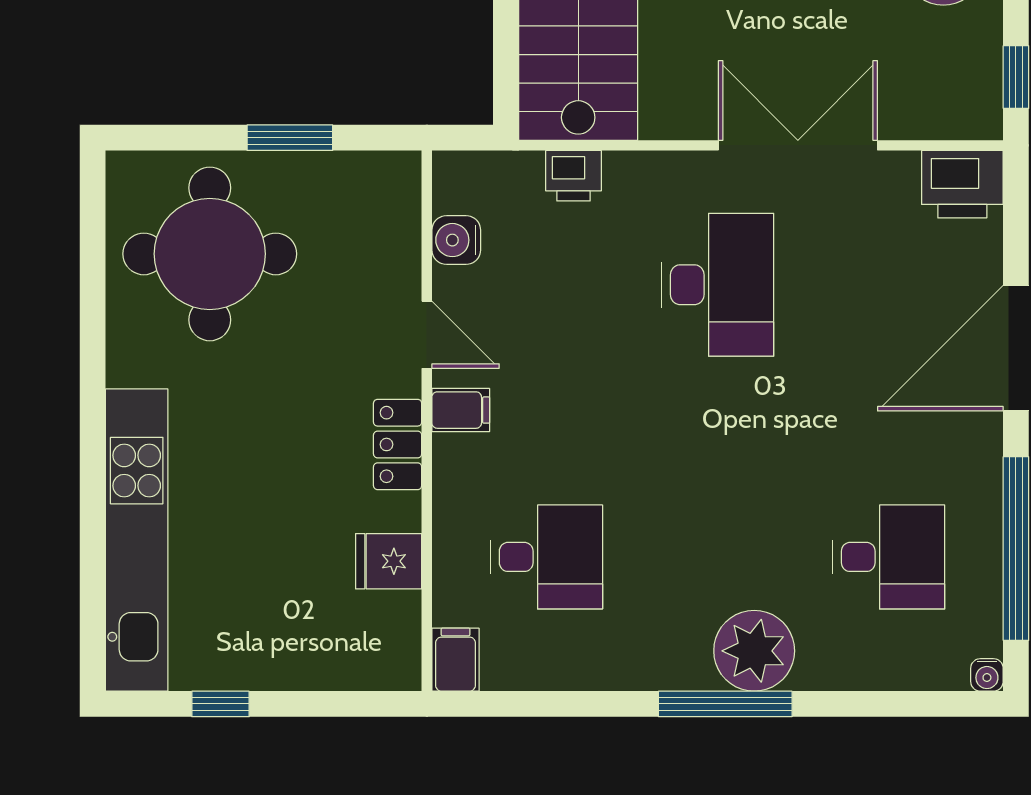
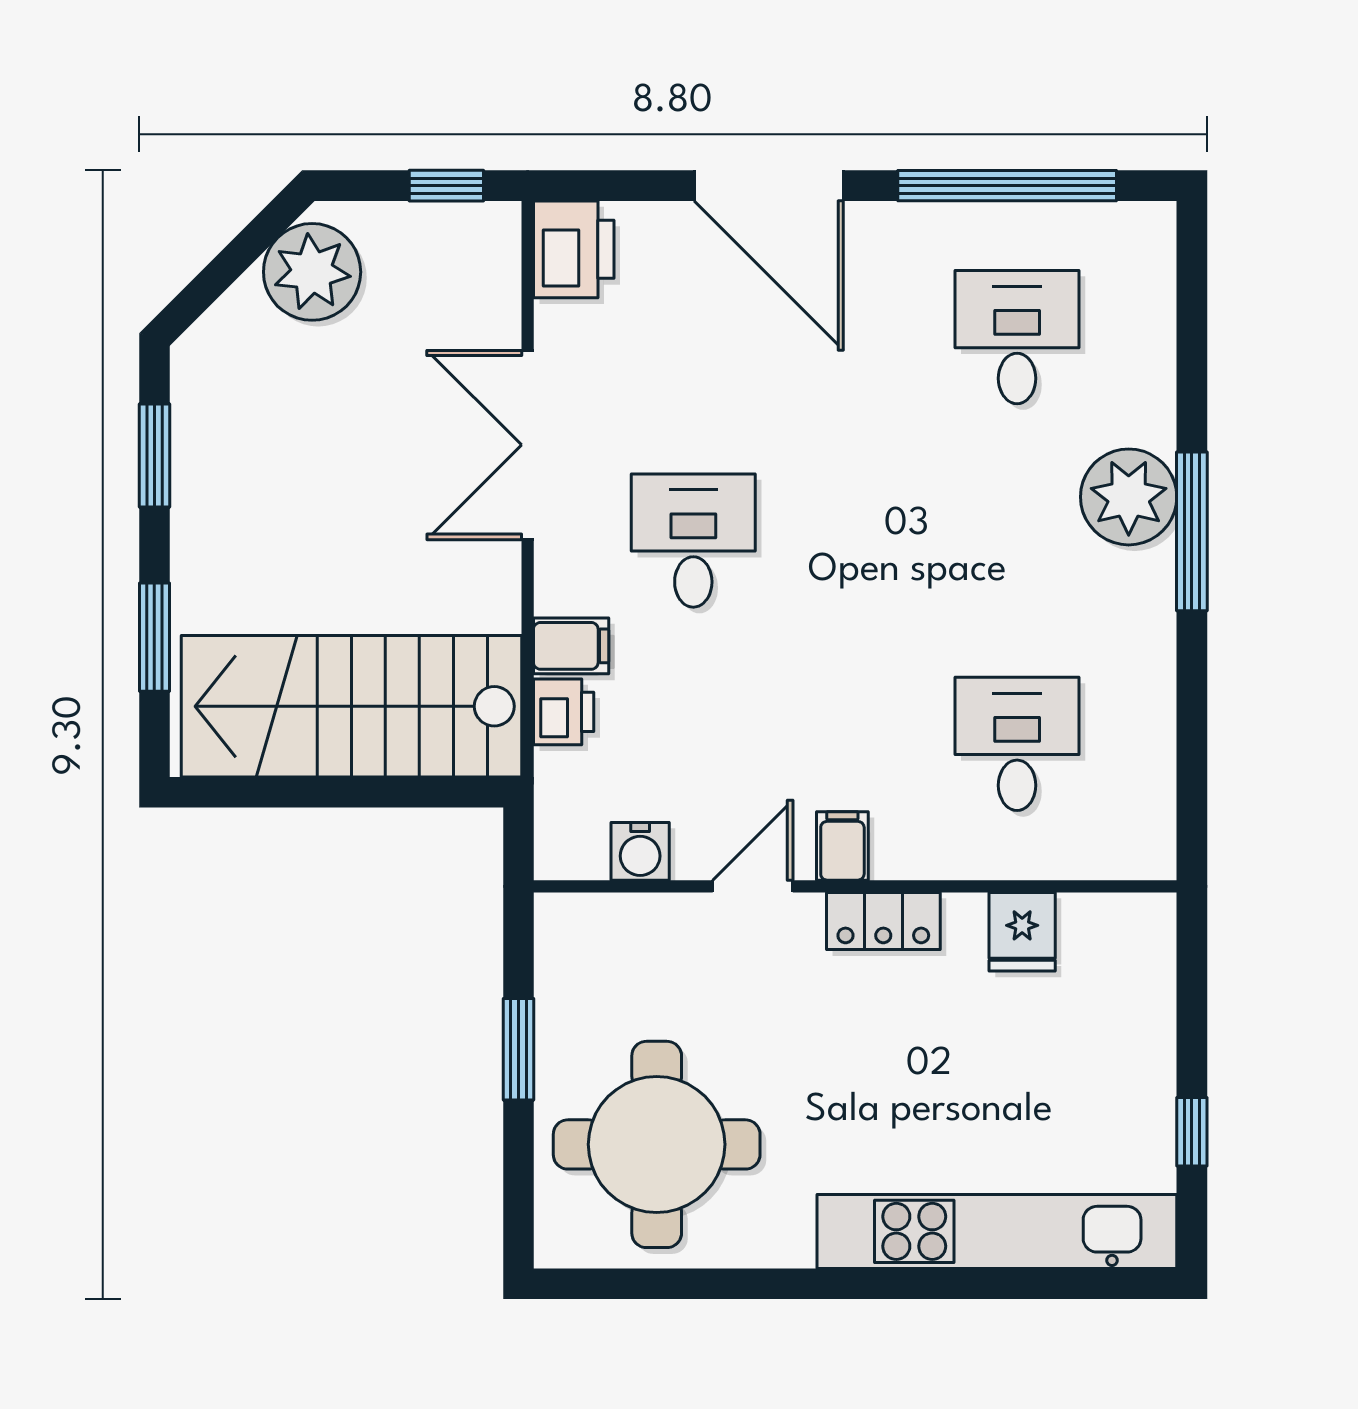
desk: (718, 285) -> (693, 541), width x0.73
filing cabinet: (456, 660) -> (571, 646), moved, turned 180
water cooler: (987, 675) -> (1157, 220), removed

